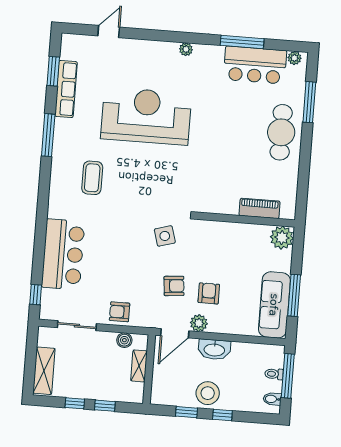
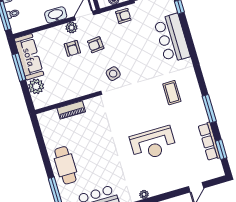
reception desk: (146, 116) -> (153, 144), width x0.74, depth x0.77
piano: (260, 208) -> (71, 110), moved
plant: (282, 238) -> (36, 86), moved

